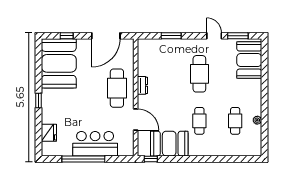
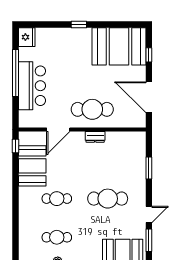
fridge: (49, 133) -> (27, 37), moved, turned -90

